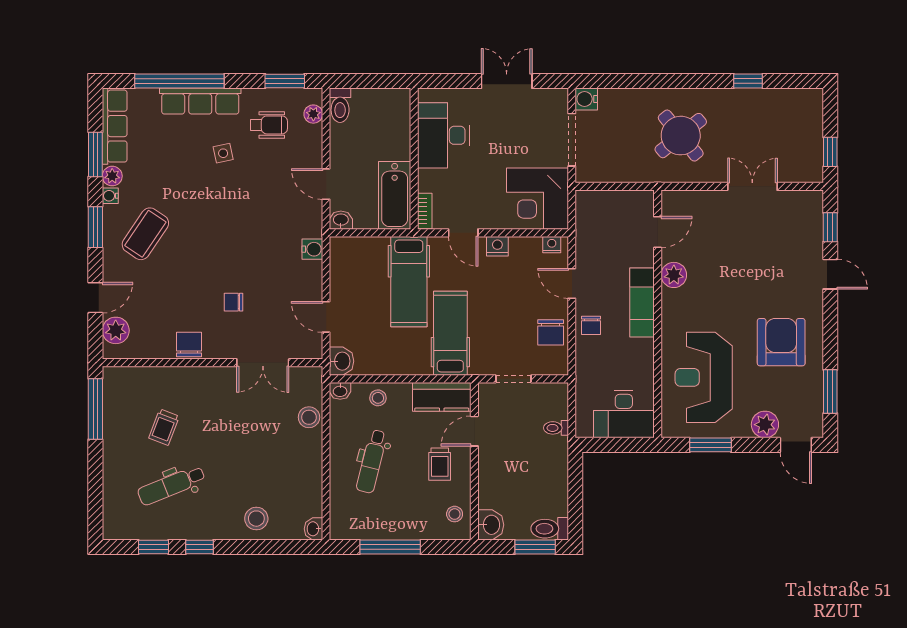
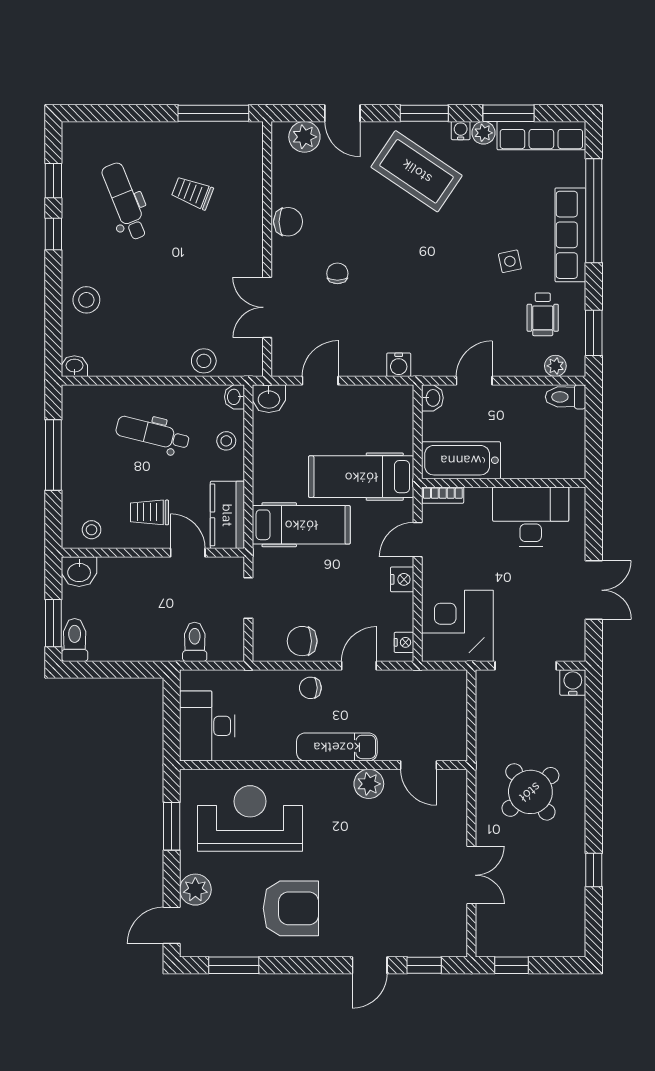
coffee table: (145, 234) -> (417, 171), width x1.36, depth x1.32
toilet: (556, 428) -> (195, 642), width x1.37, depth x1.39

